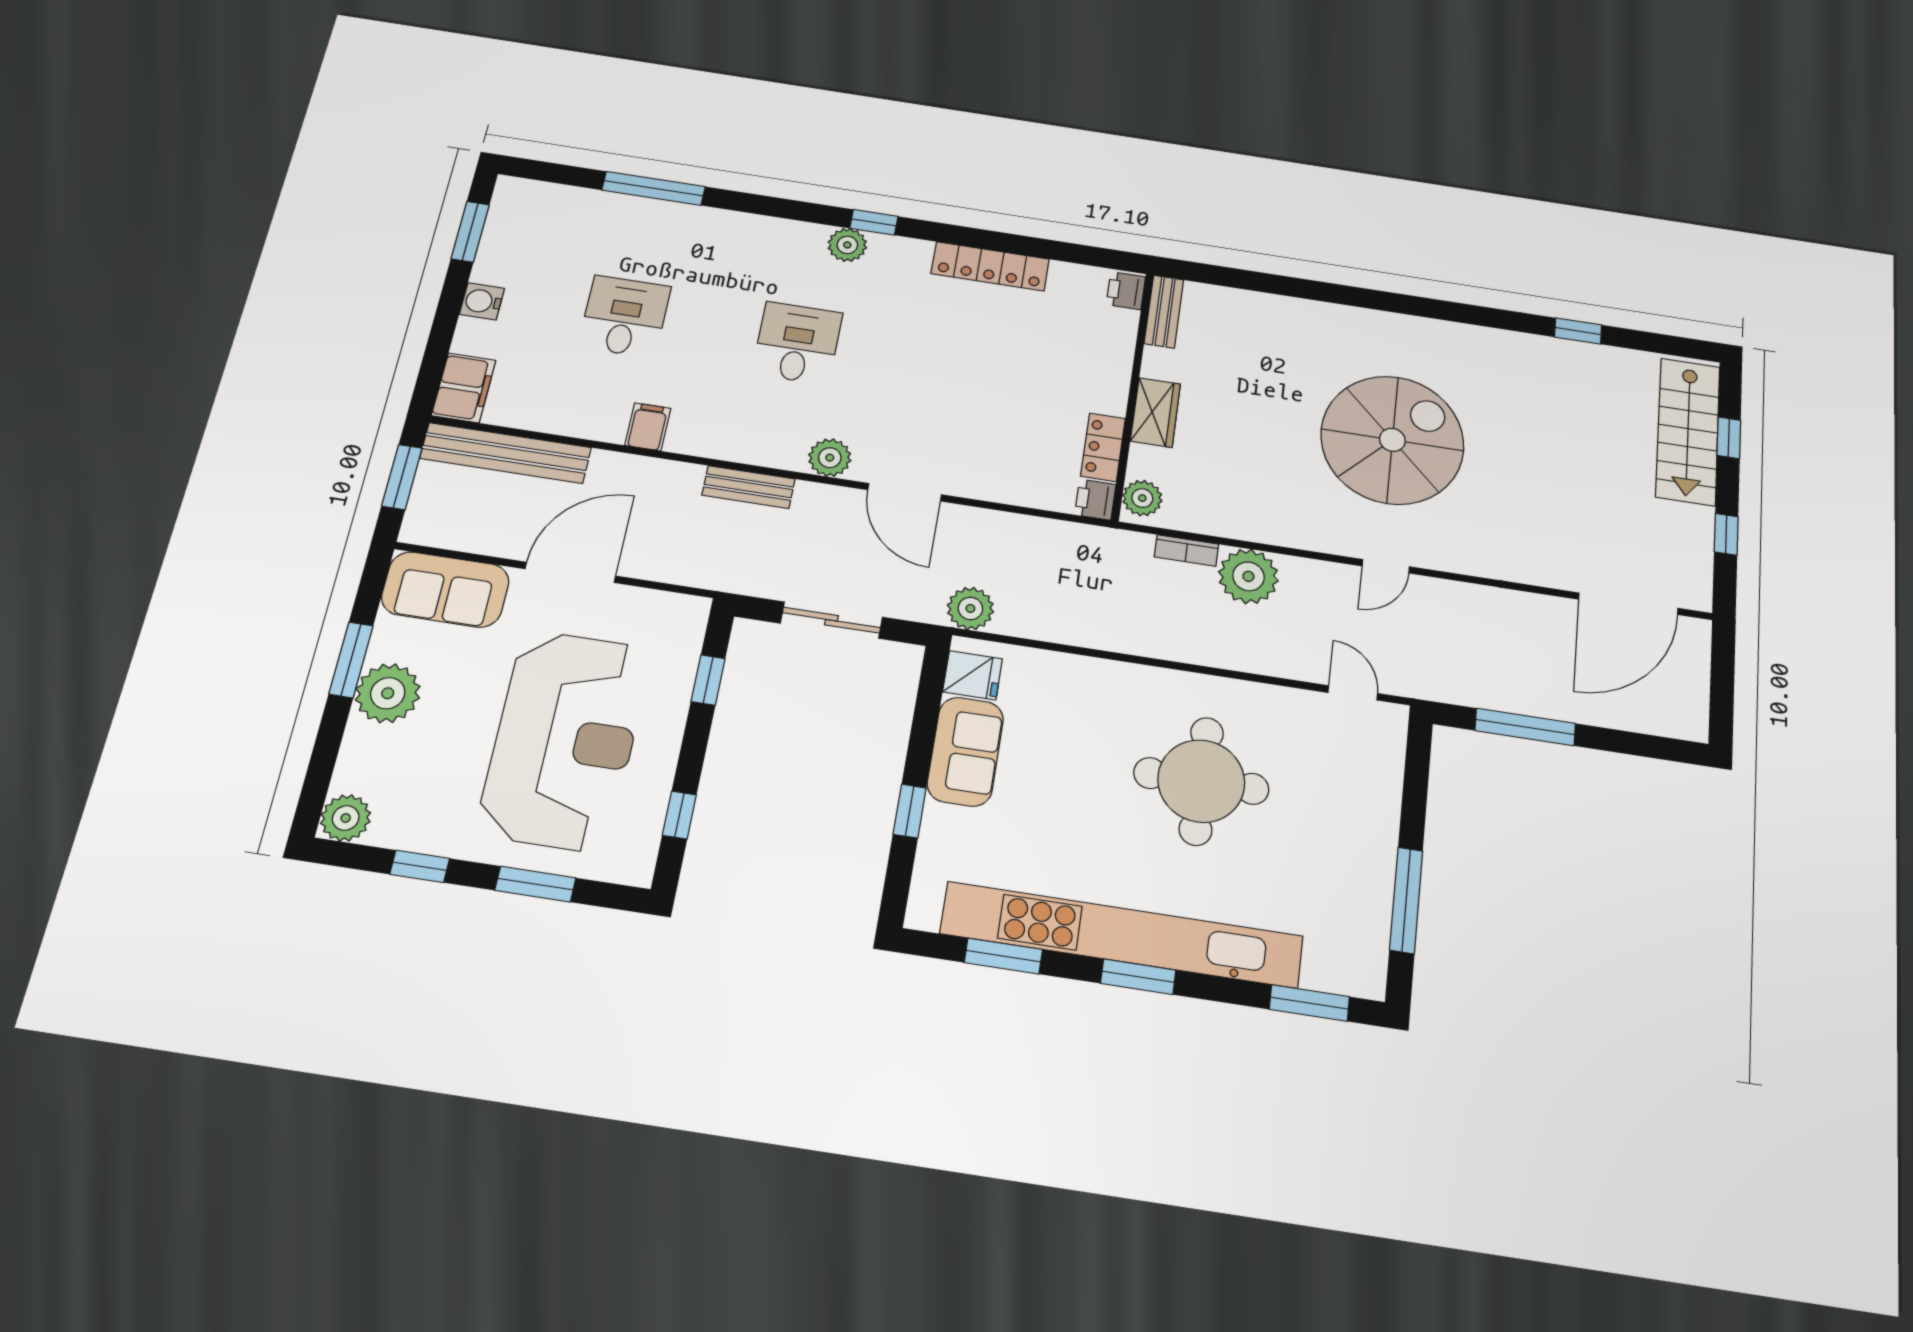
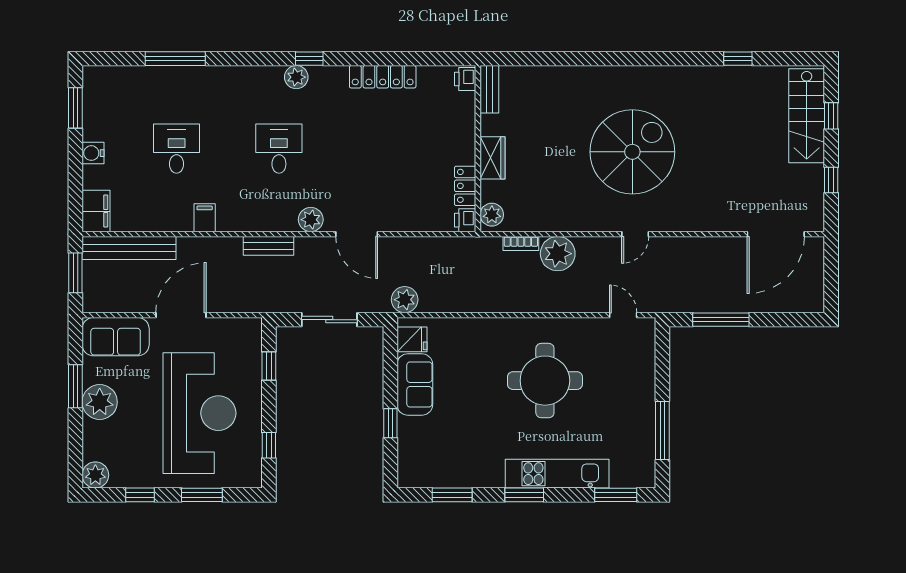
kitchen unit: (1122, 935) -> (557, 474), width x0.54

